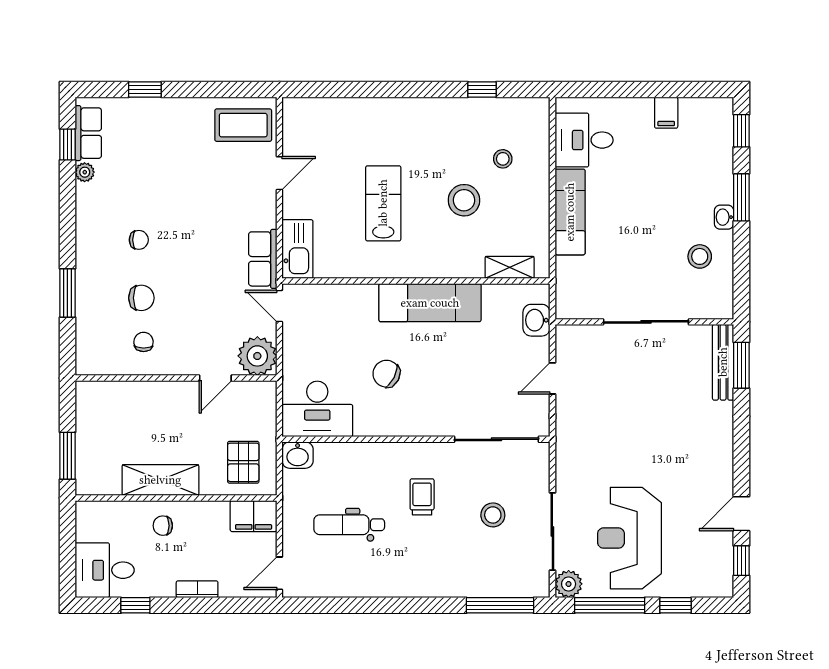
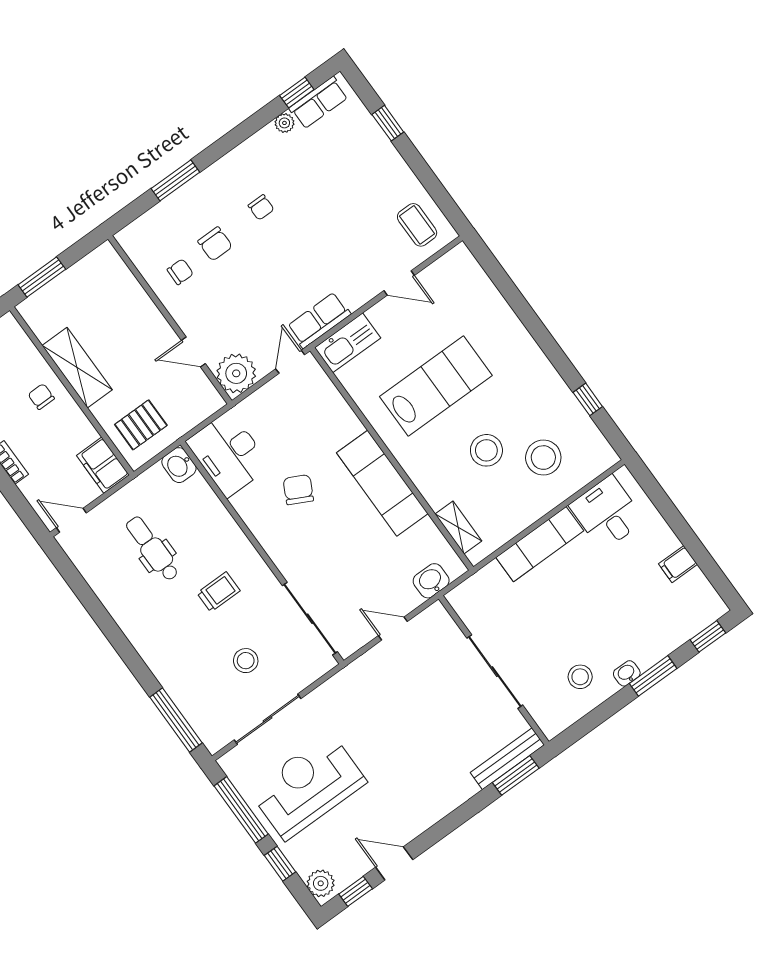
coffee table: (243, 125) -> (417, 225), width x0.73, depth x0.77
stool: (503, 159) -> (543, 458), width x1.89, depth x1.89
lab bench: (383, 203) -> (436, 386), width x1.36, depth x1.39
plant: (569, 584) -> (321, 883), moved

